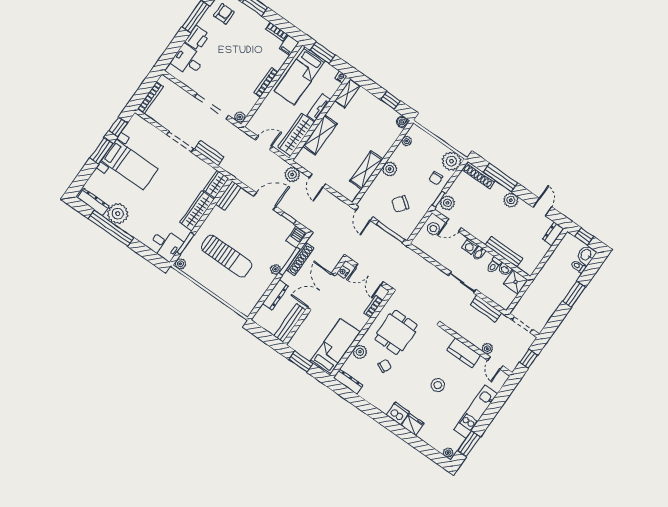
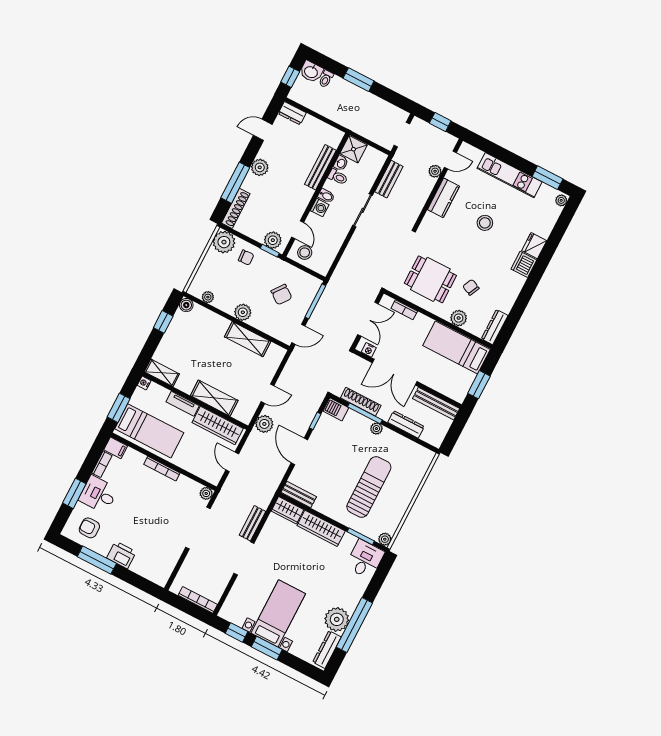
desk: (188, 60) -> (98, 494), moved, turned 90

